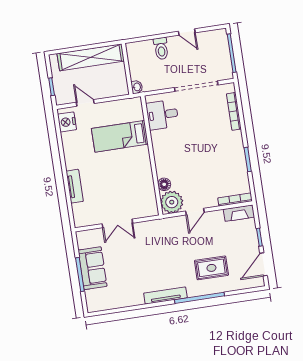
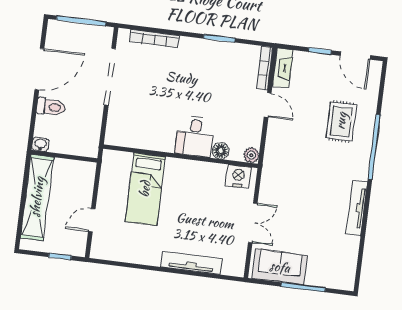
door: (187, 32) -> (39, 69), width x1.87
washbasin: (137, 87) -> (40, 144), moved
desk: (162, 115) -> (195, 136), moved
nightstand: (67, 122) -> (238, 176), moved, turned 180
tv unit: (75, 186) -> (192, 263), width x1.41
plant: (172, 202) -> (251, 155), width x0.53, depth x0.53
door: (195, 212) -> (268, 105), moved
sofa: (92, 268) -> (280, 267), moved
tv unit: (165, 295) -> (357, 208), moved

